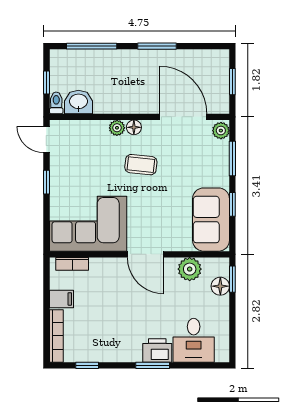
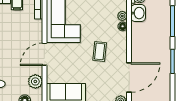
floor lamp: (134, 127) -> (123, 26), moved
plant: (117, 128) -> (122, 16), moved

